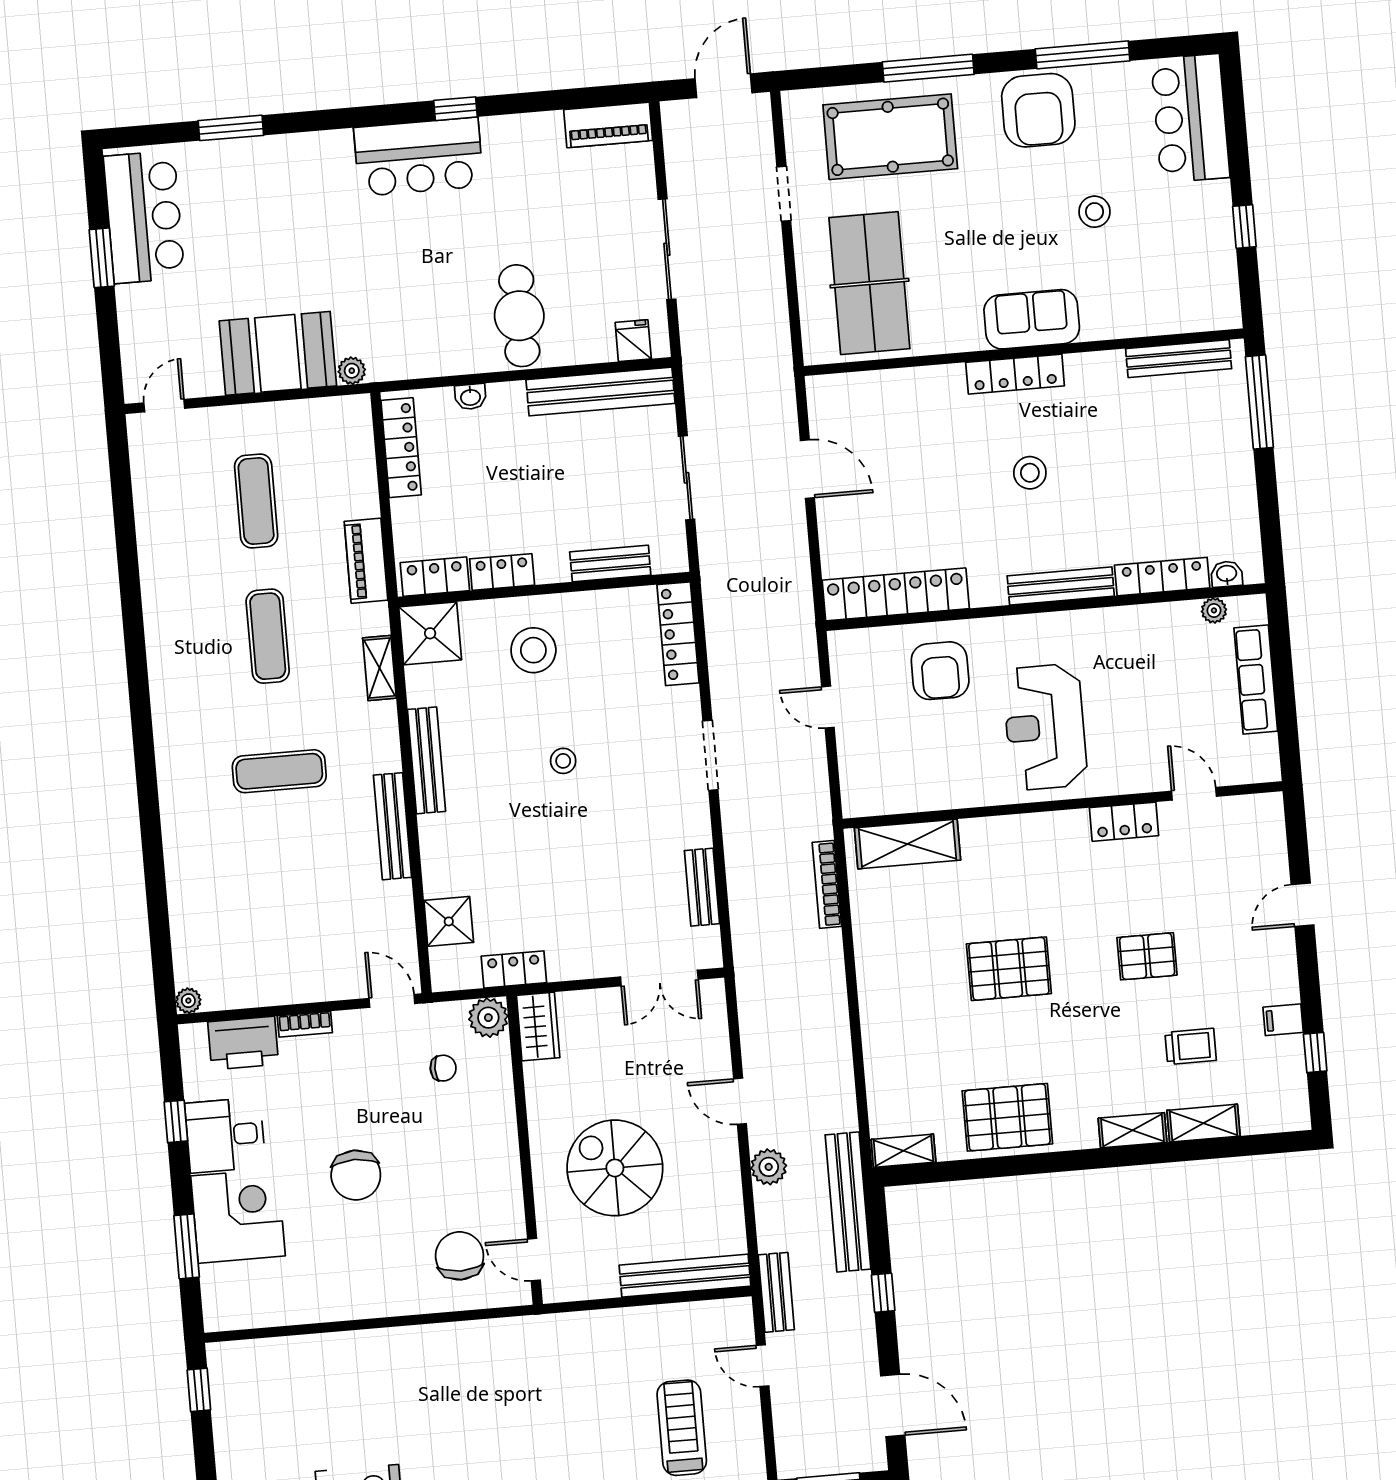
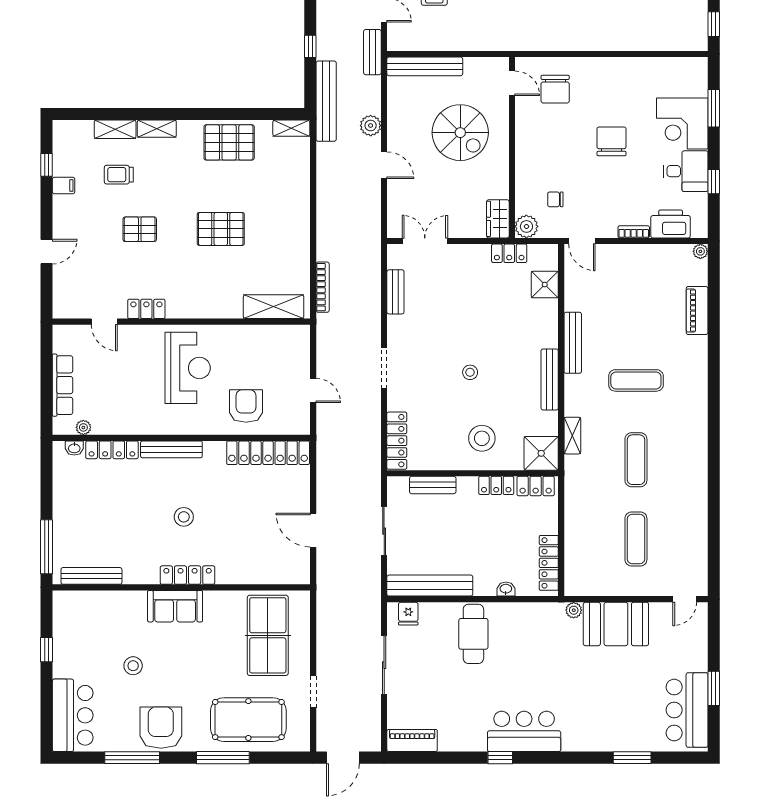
piano: (366, 561) -> (697, 311), moved, turned 180

